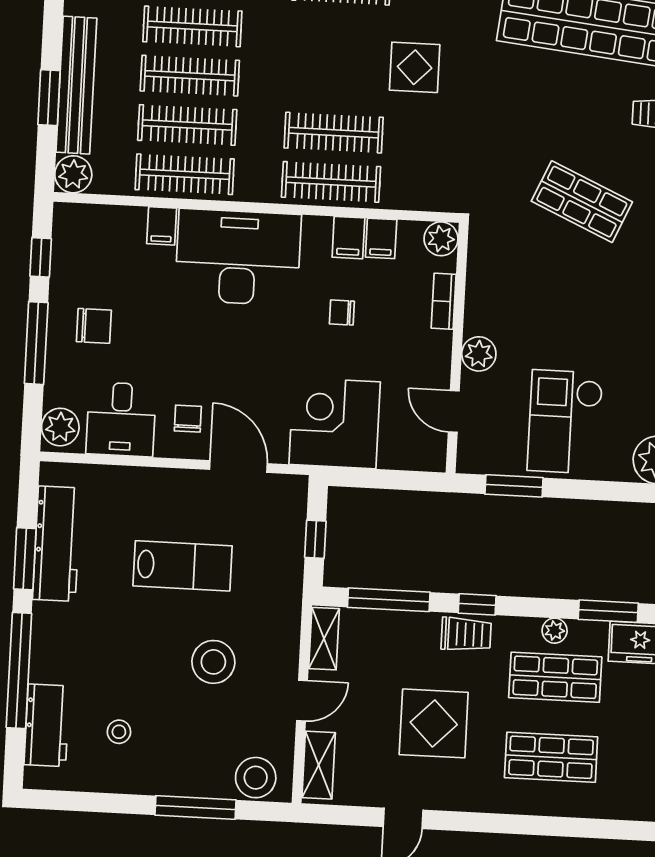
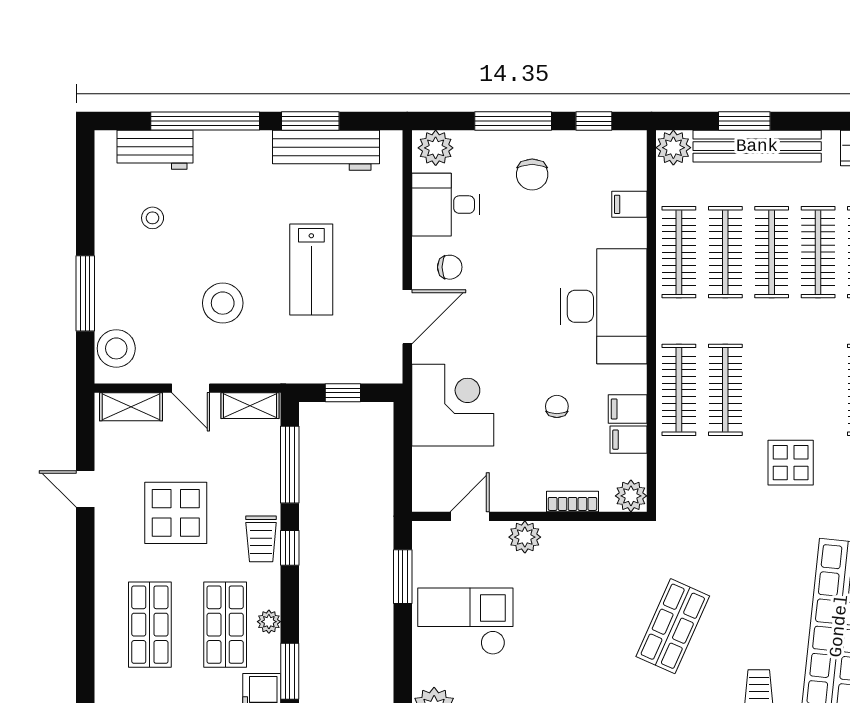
filing cabinet: (162, 226) -> (629, 204), moved

